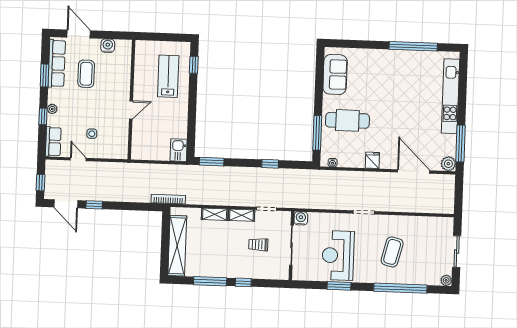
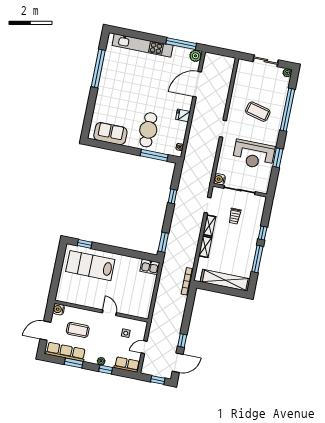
lab bench: (168, 76) -> (90, 266), width x1.36, depth x1.39
wall: (131, 100) -> (101, 311), moved
door: (131, 110) -> (109, 313), moved

